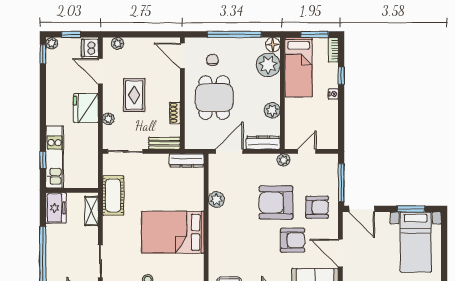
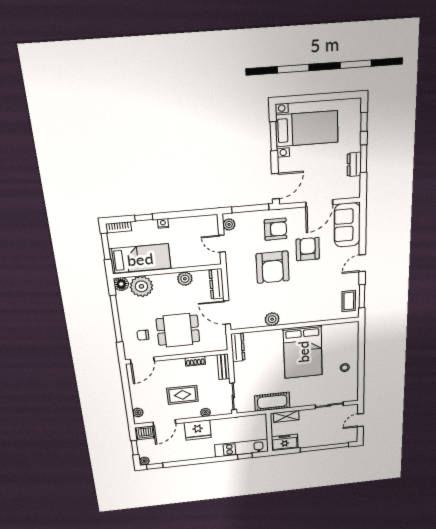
plant: (283, 160) -> (229, 224), moved
armchair: (317, 207) -> (276, 229), turned 90

